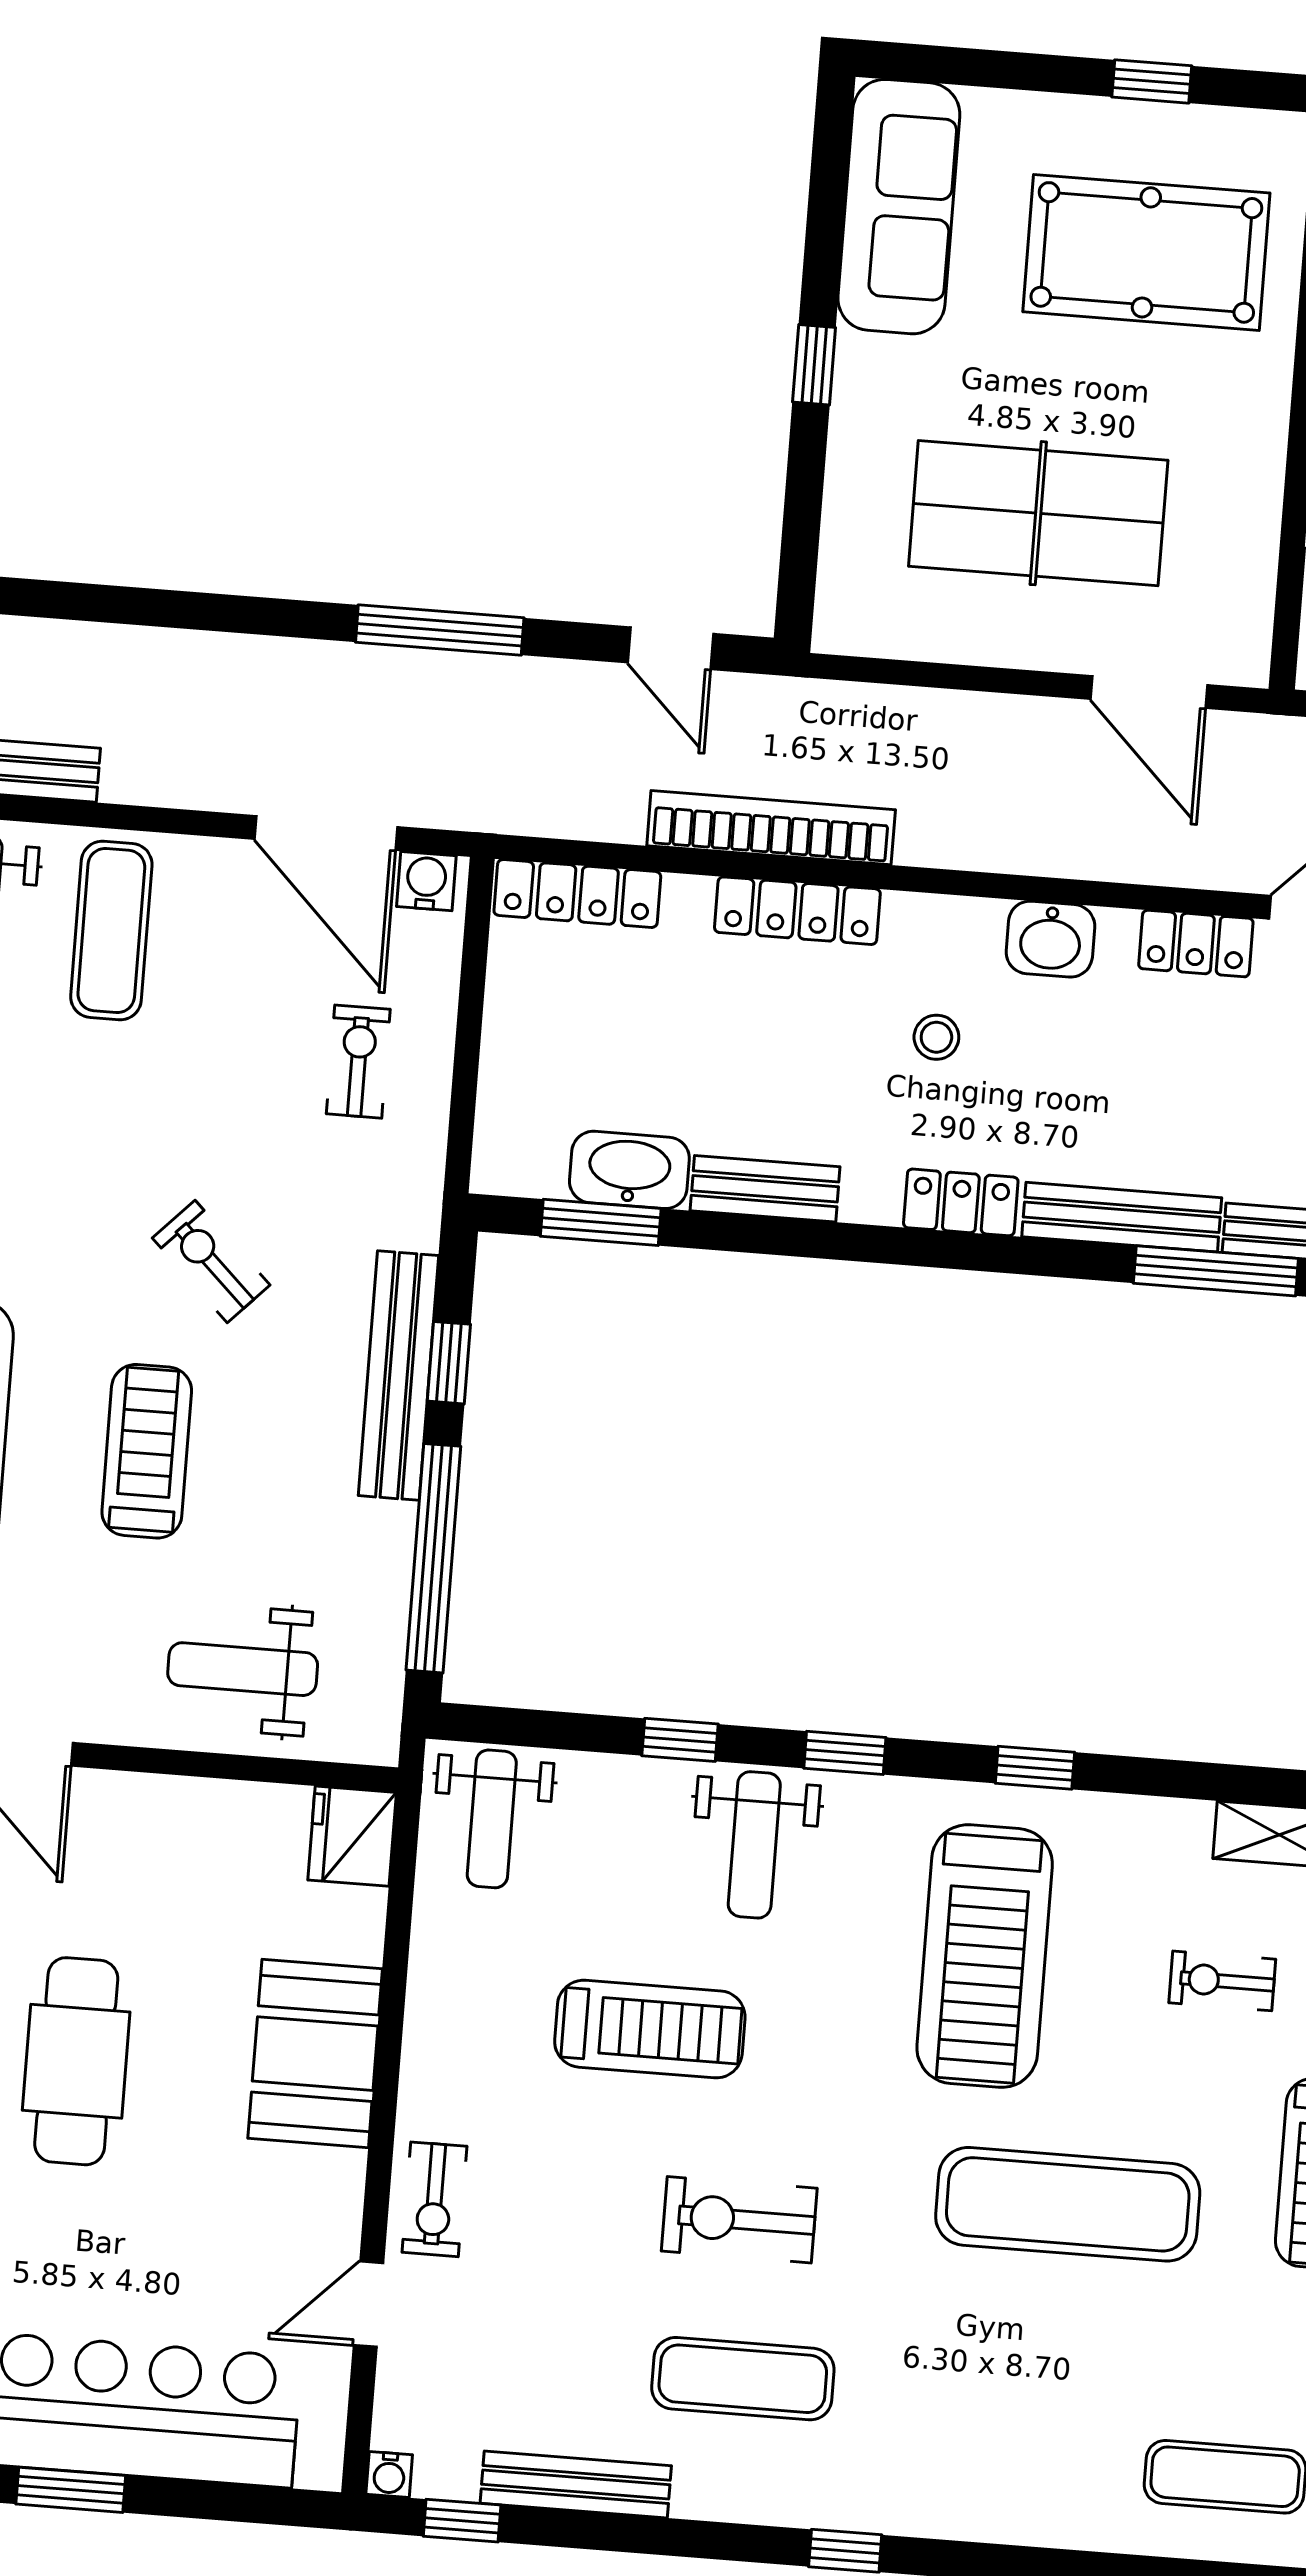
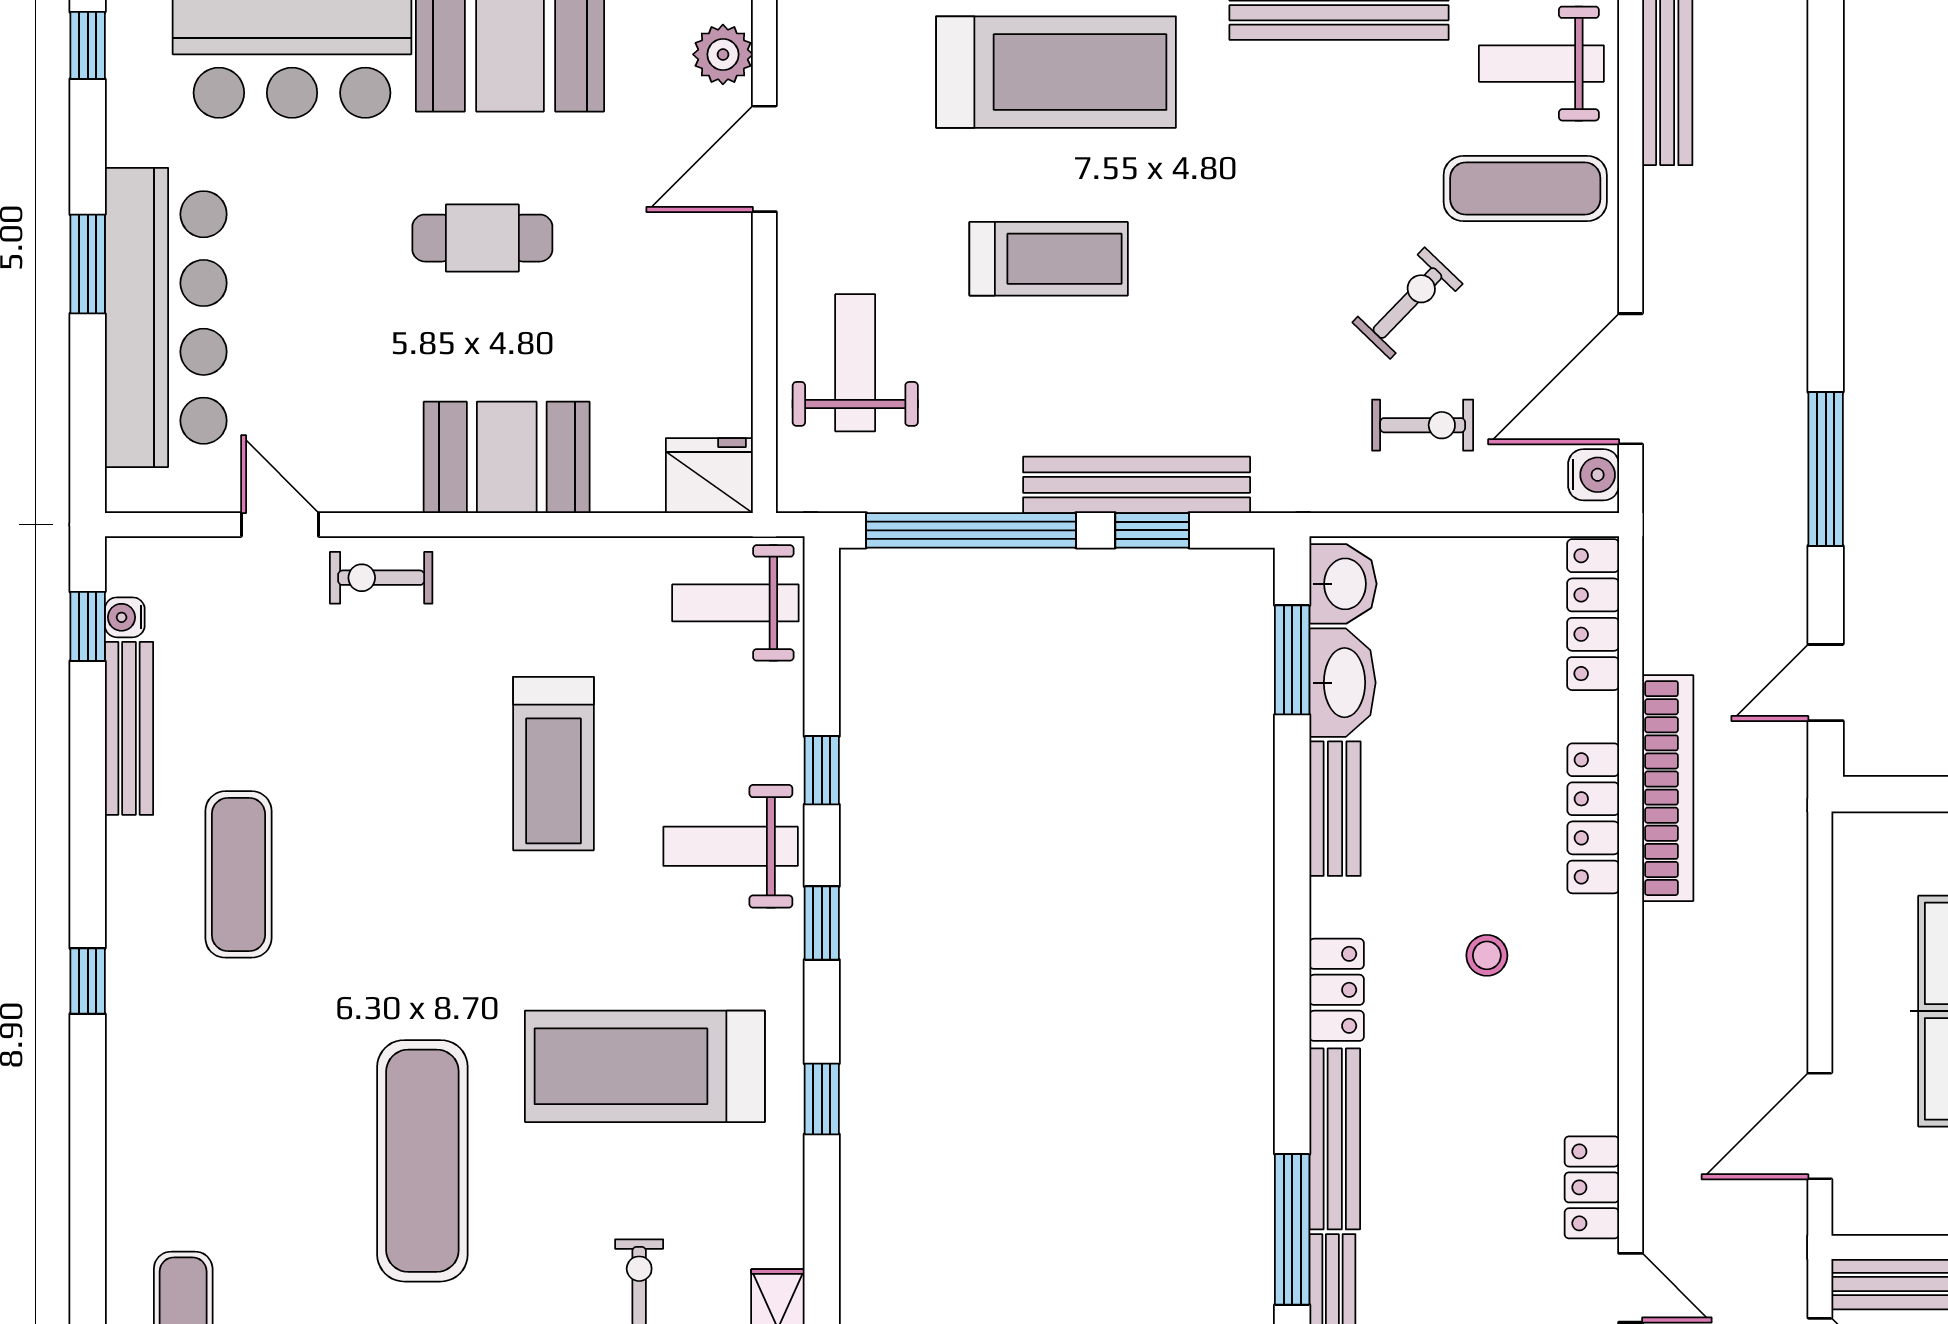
washbasin: (1050, 939) -> (1343, 584), moved, turned 180
exercise bike: (211, 1261) -> (1407, 303), moved
cafe table: (76, 2061) -> (482, 238), width x0.73, depth x0.74
exercise bike: (739, 2220) -> (385, 860), removed
water cooler: (389, 2474) -> (125, 617), moved

